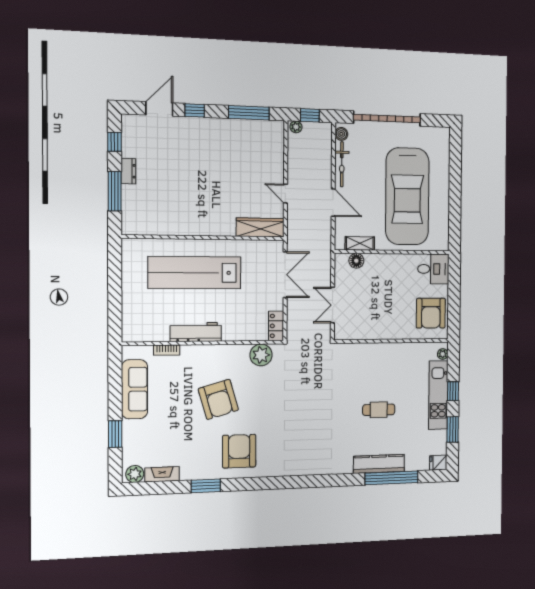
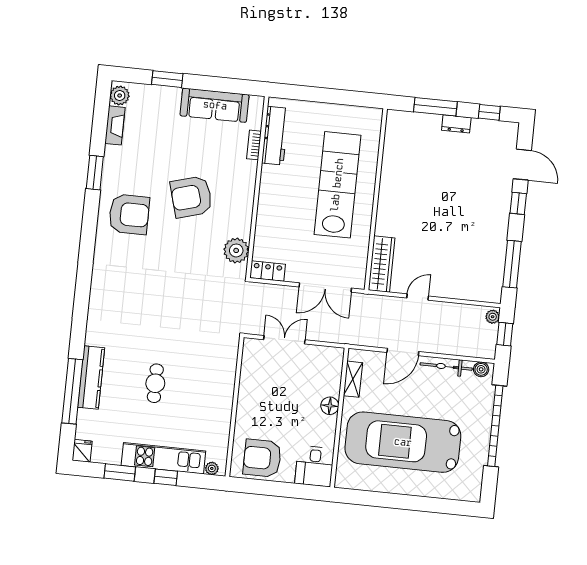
floor lamp: (356, 261) -> (330, 406), moved
workbench: (196, 332) -> (275, 136), moved

